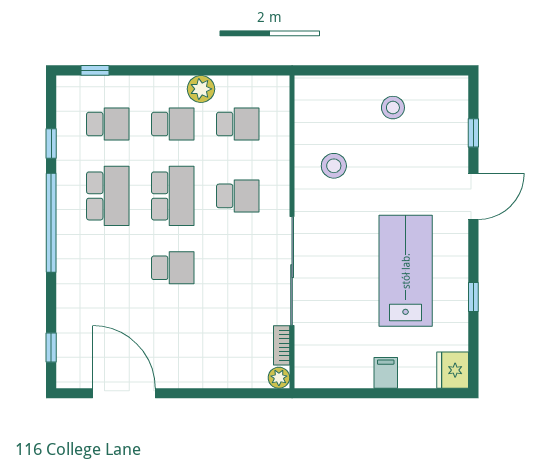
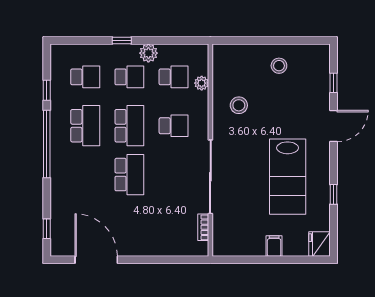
window: (95, 70) -> (122, 40), moved
school desk: (173, 268) -> (129, 175), width x1.85
lab bench: (406, 271) -> (288, 177), turned 180
plant: (279, 378) -> (202, 83), moved

